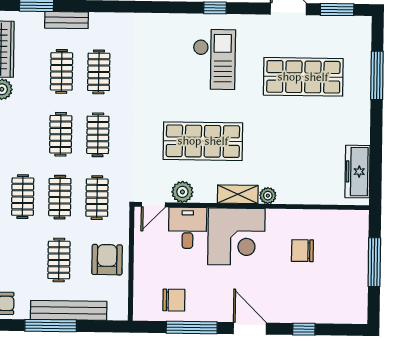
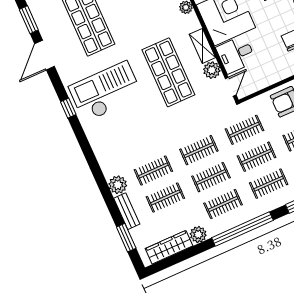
plant: (101, 24) -> (118, 185), added
checkout: (214, 59) -> (106, 92), width x1.36, depth x1.21
clothes rail: (24, 134) -> (223, 204), added
shelving: (238, 194) -> (202, 46), moved
door: (153, 205) -> (231, 87), hinge flipped

